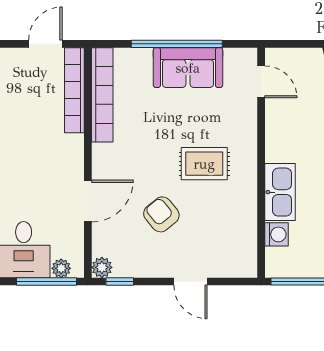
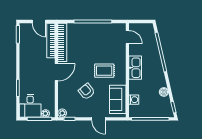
door: (45, 44) -> (39, 22), swing flipped
sofa: (188, 68) -> (118, 99), moved, turned 90
kitchen sink: (280, 192) -> (135, 68), moved
door: (88, 201) -> (56, 72), moved

